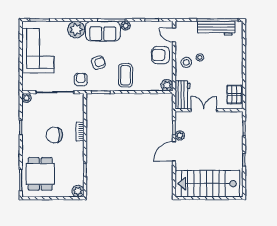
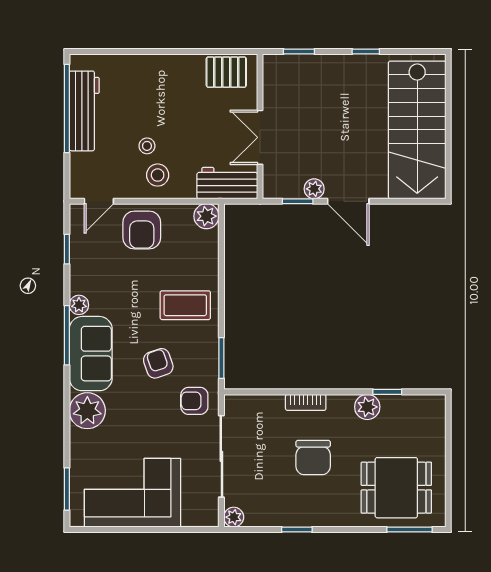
plant: (78, 191) -> (367, 407), moved

